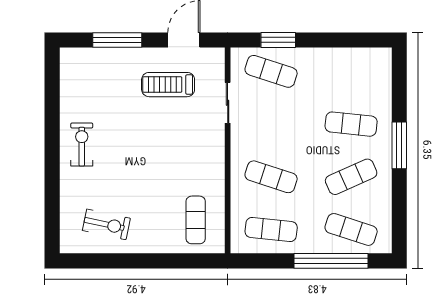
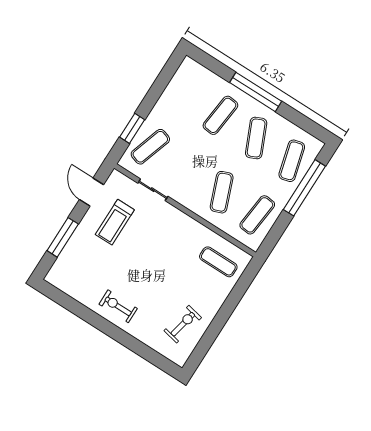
window: (399, 145) -> (256, 92), width x1.46
exercise mat: (271, 177) -> (222, 192), turned -39
exercise mat: (351, 229) -> (292, 161), turned -33

